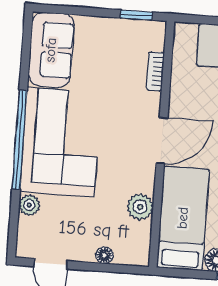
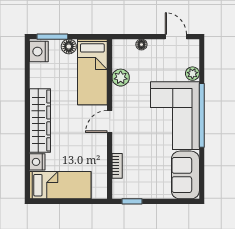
door: (162, 140) -> (110, 121), width x0.73

